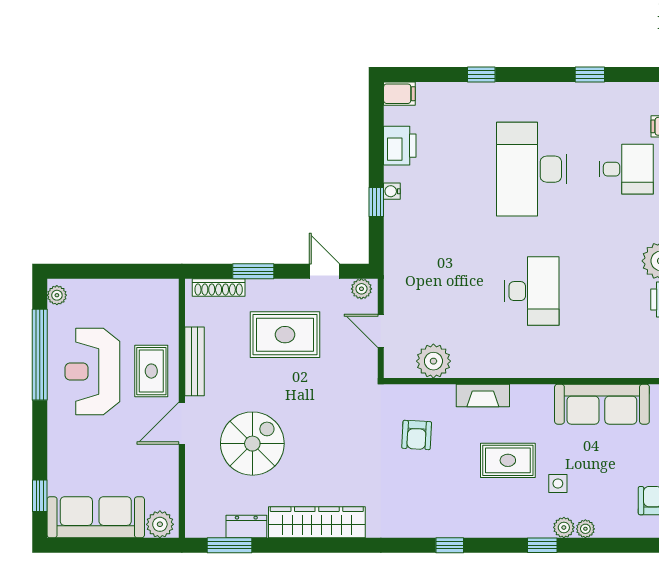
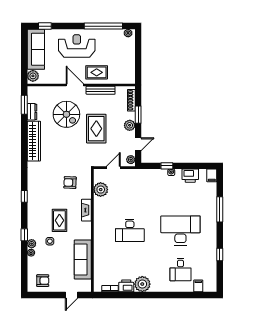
window: (481, 75) -> (220, 209), width x2.17
plant: (279, 292) -> (130, 125), added
rug: (285, 335) -> (96, 129), moved
reception desk: (92, 372) -> (77, 46), moved

